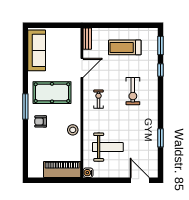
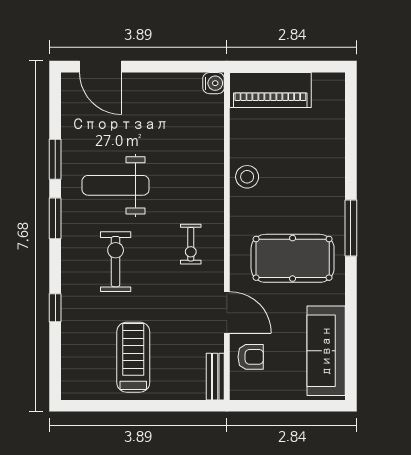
window: (160, 45) -> (55, 218), moved
treadmill: (125, 47) -> (133, 357), turned -90
door: (82, 68) -> (227, 312), swing flipped
armchair: (41, 121) -> (251, 357), moved
weight bench: (108, 147) -> (116, 185), moved

